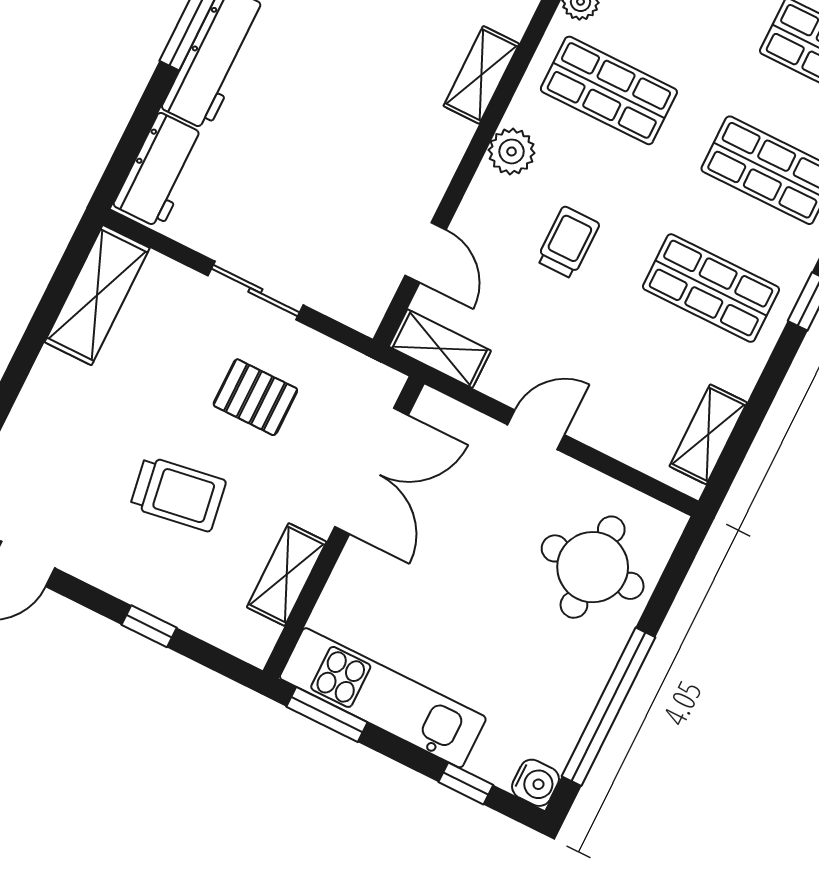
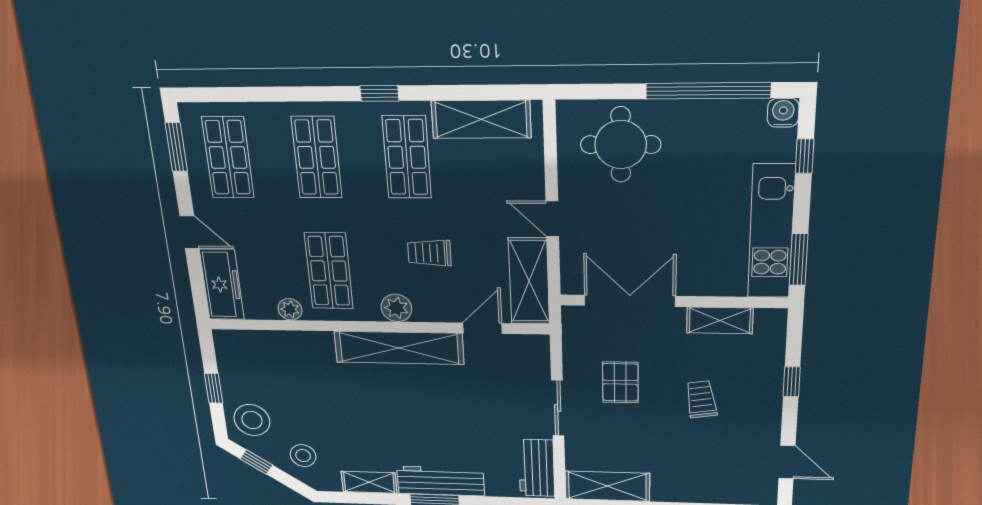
shelving: (481, 75) -> (399, 348), width x2.20, depth x1.33
workbench: (160, 170) -> (537, 468), moved, turned -90
shelving: (440, 349) -> (529, 281), width x1.50, depth x1.33
shelving: (708, 434) -> (481, 119), width x1.50, depth x1.33
trolley: (178, 494) -> (701, 399), width x0.73, depth x0.72

